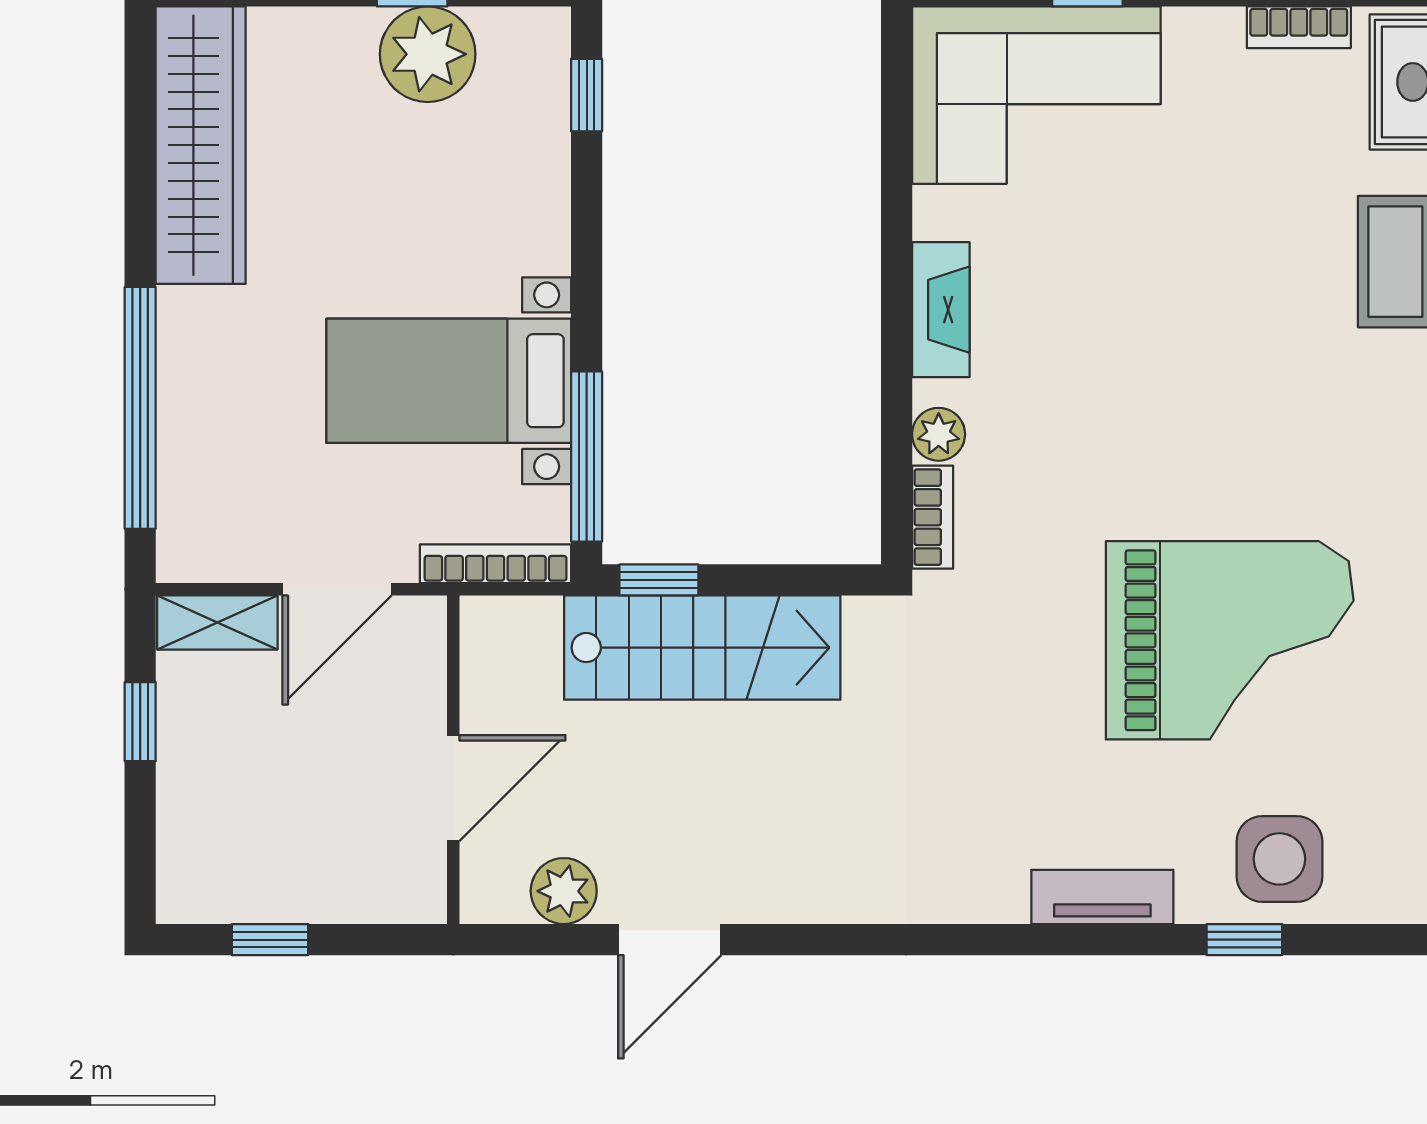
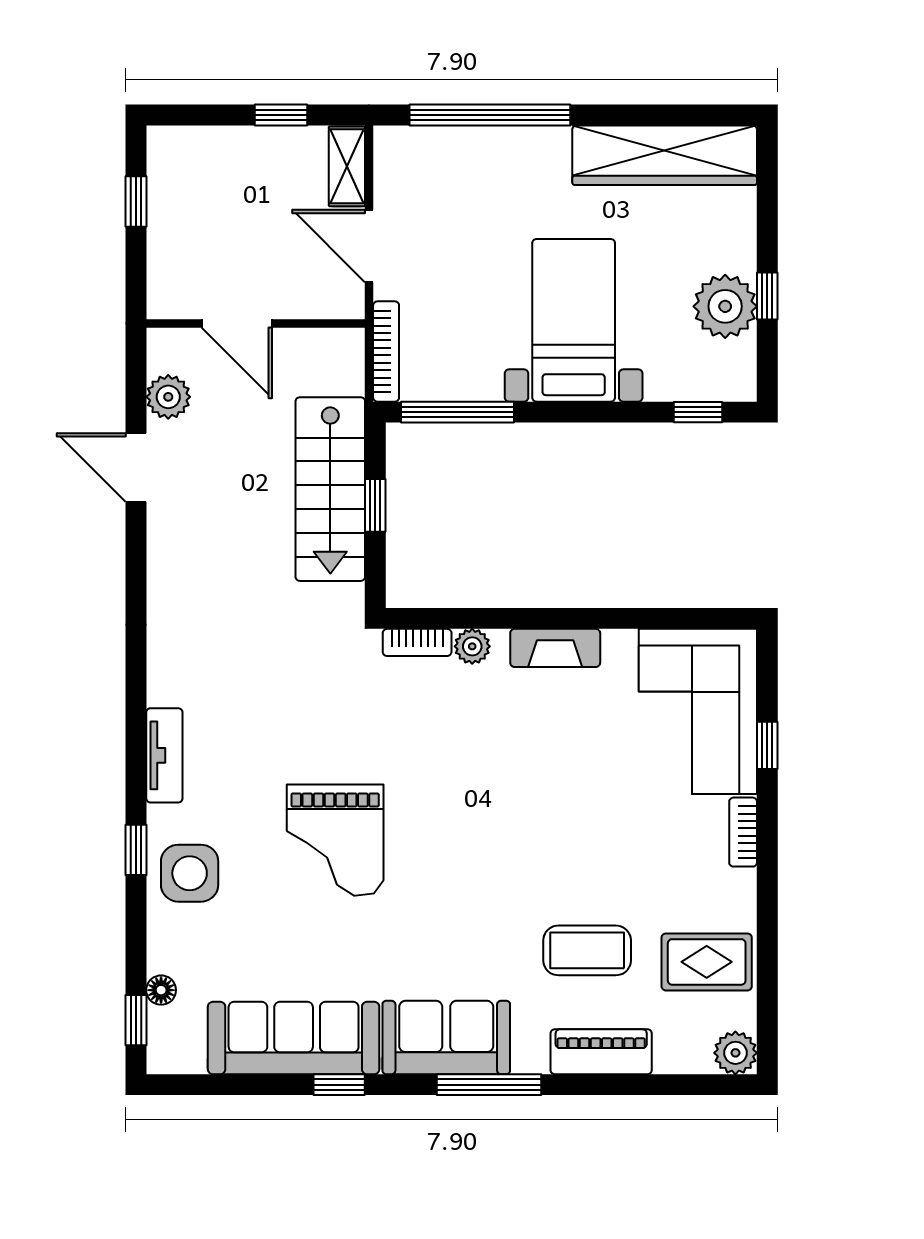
bookcase: (1299, 27) -> (743, 832), moved
bed with nightstands: (449, 381) -> (574, 320), moved
window: (659, 580) -> (375, 505), moved
grand piano: (1230, 640) -> (335, 840), width x0.73, depth x0.68

